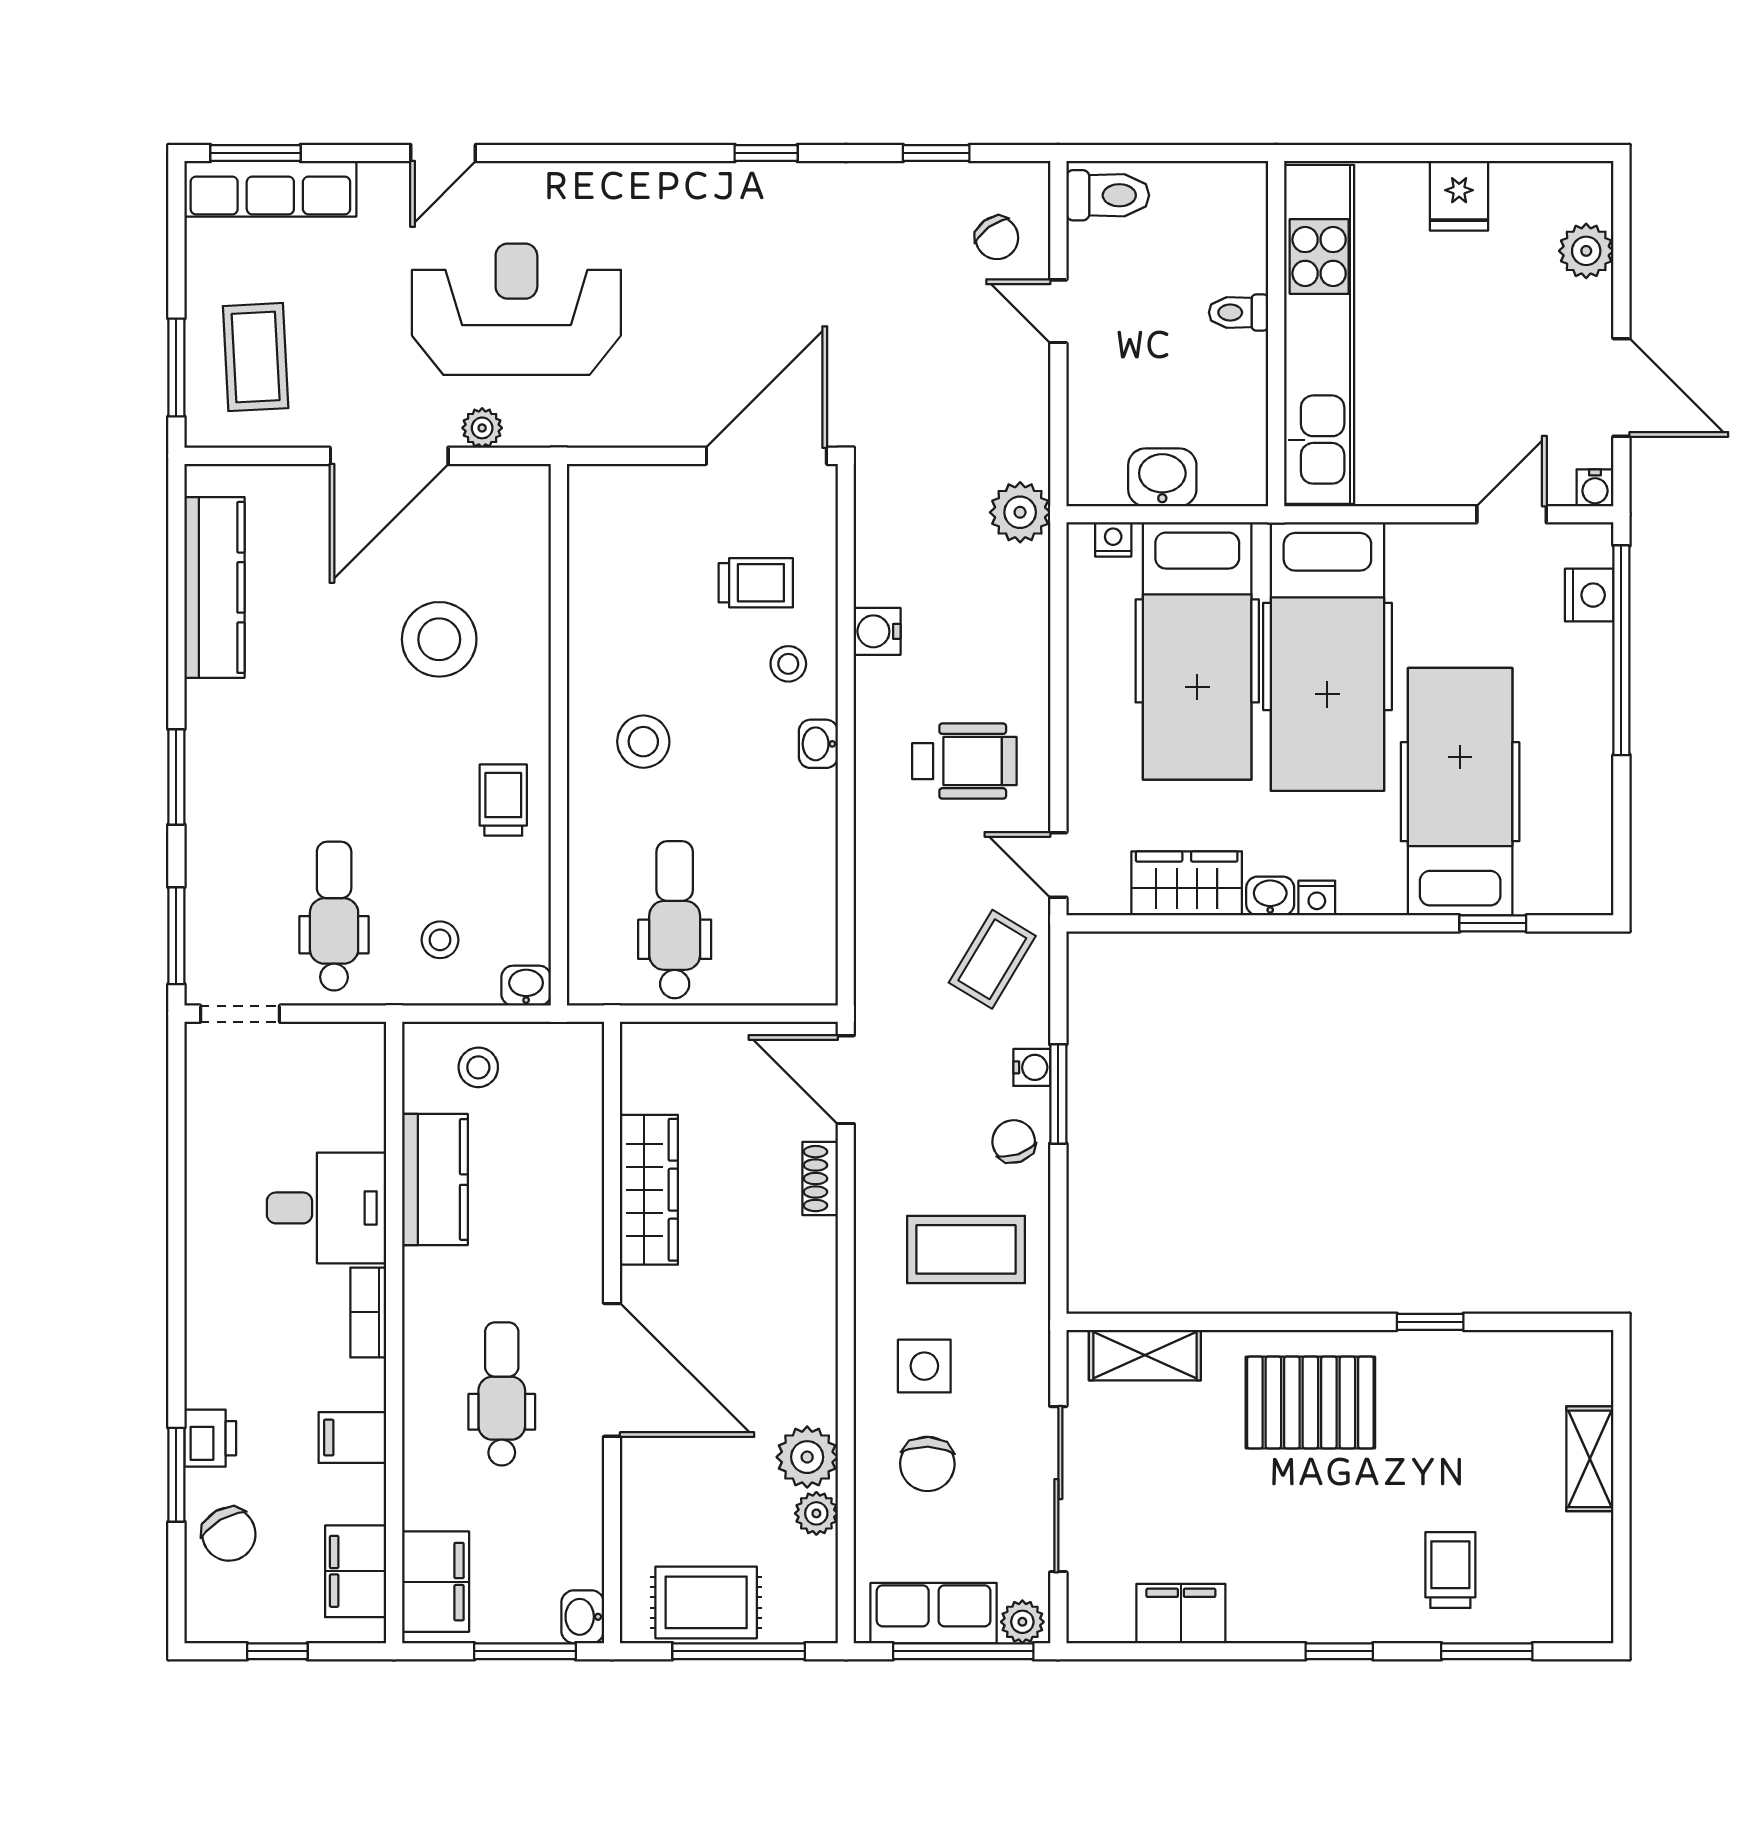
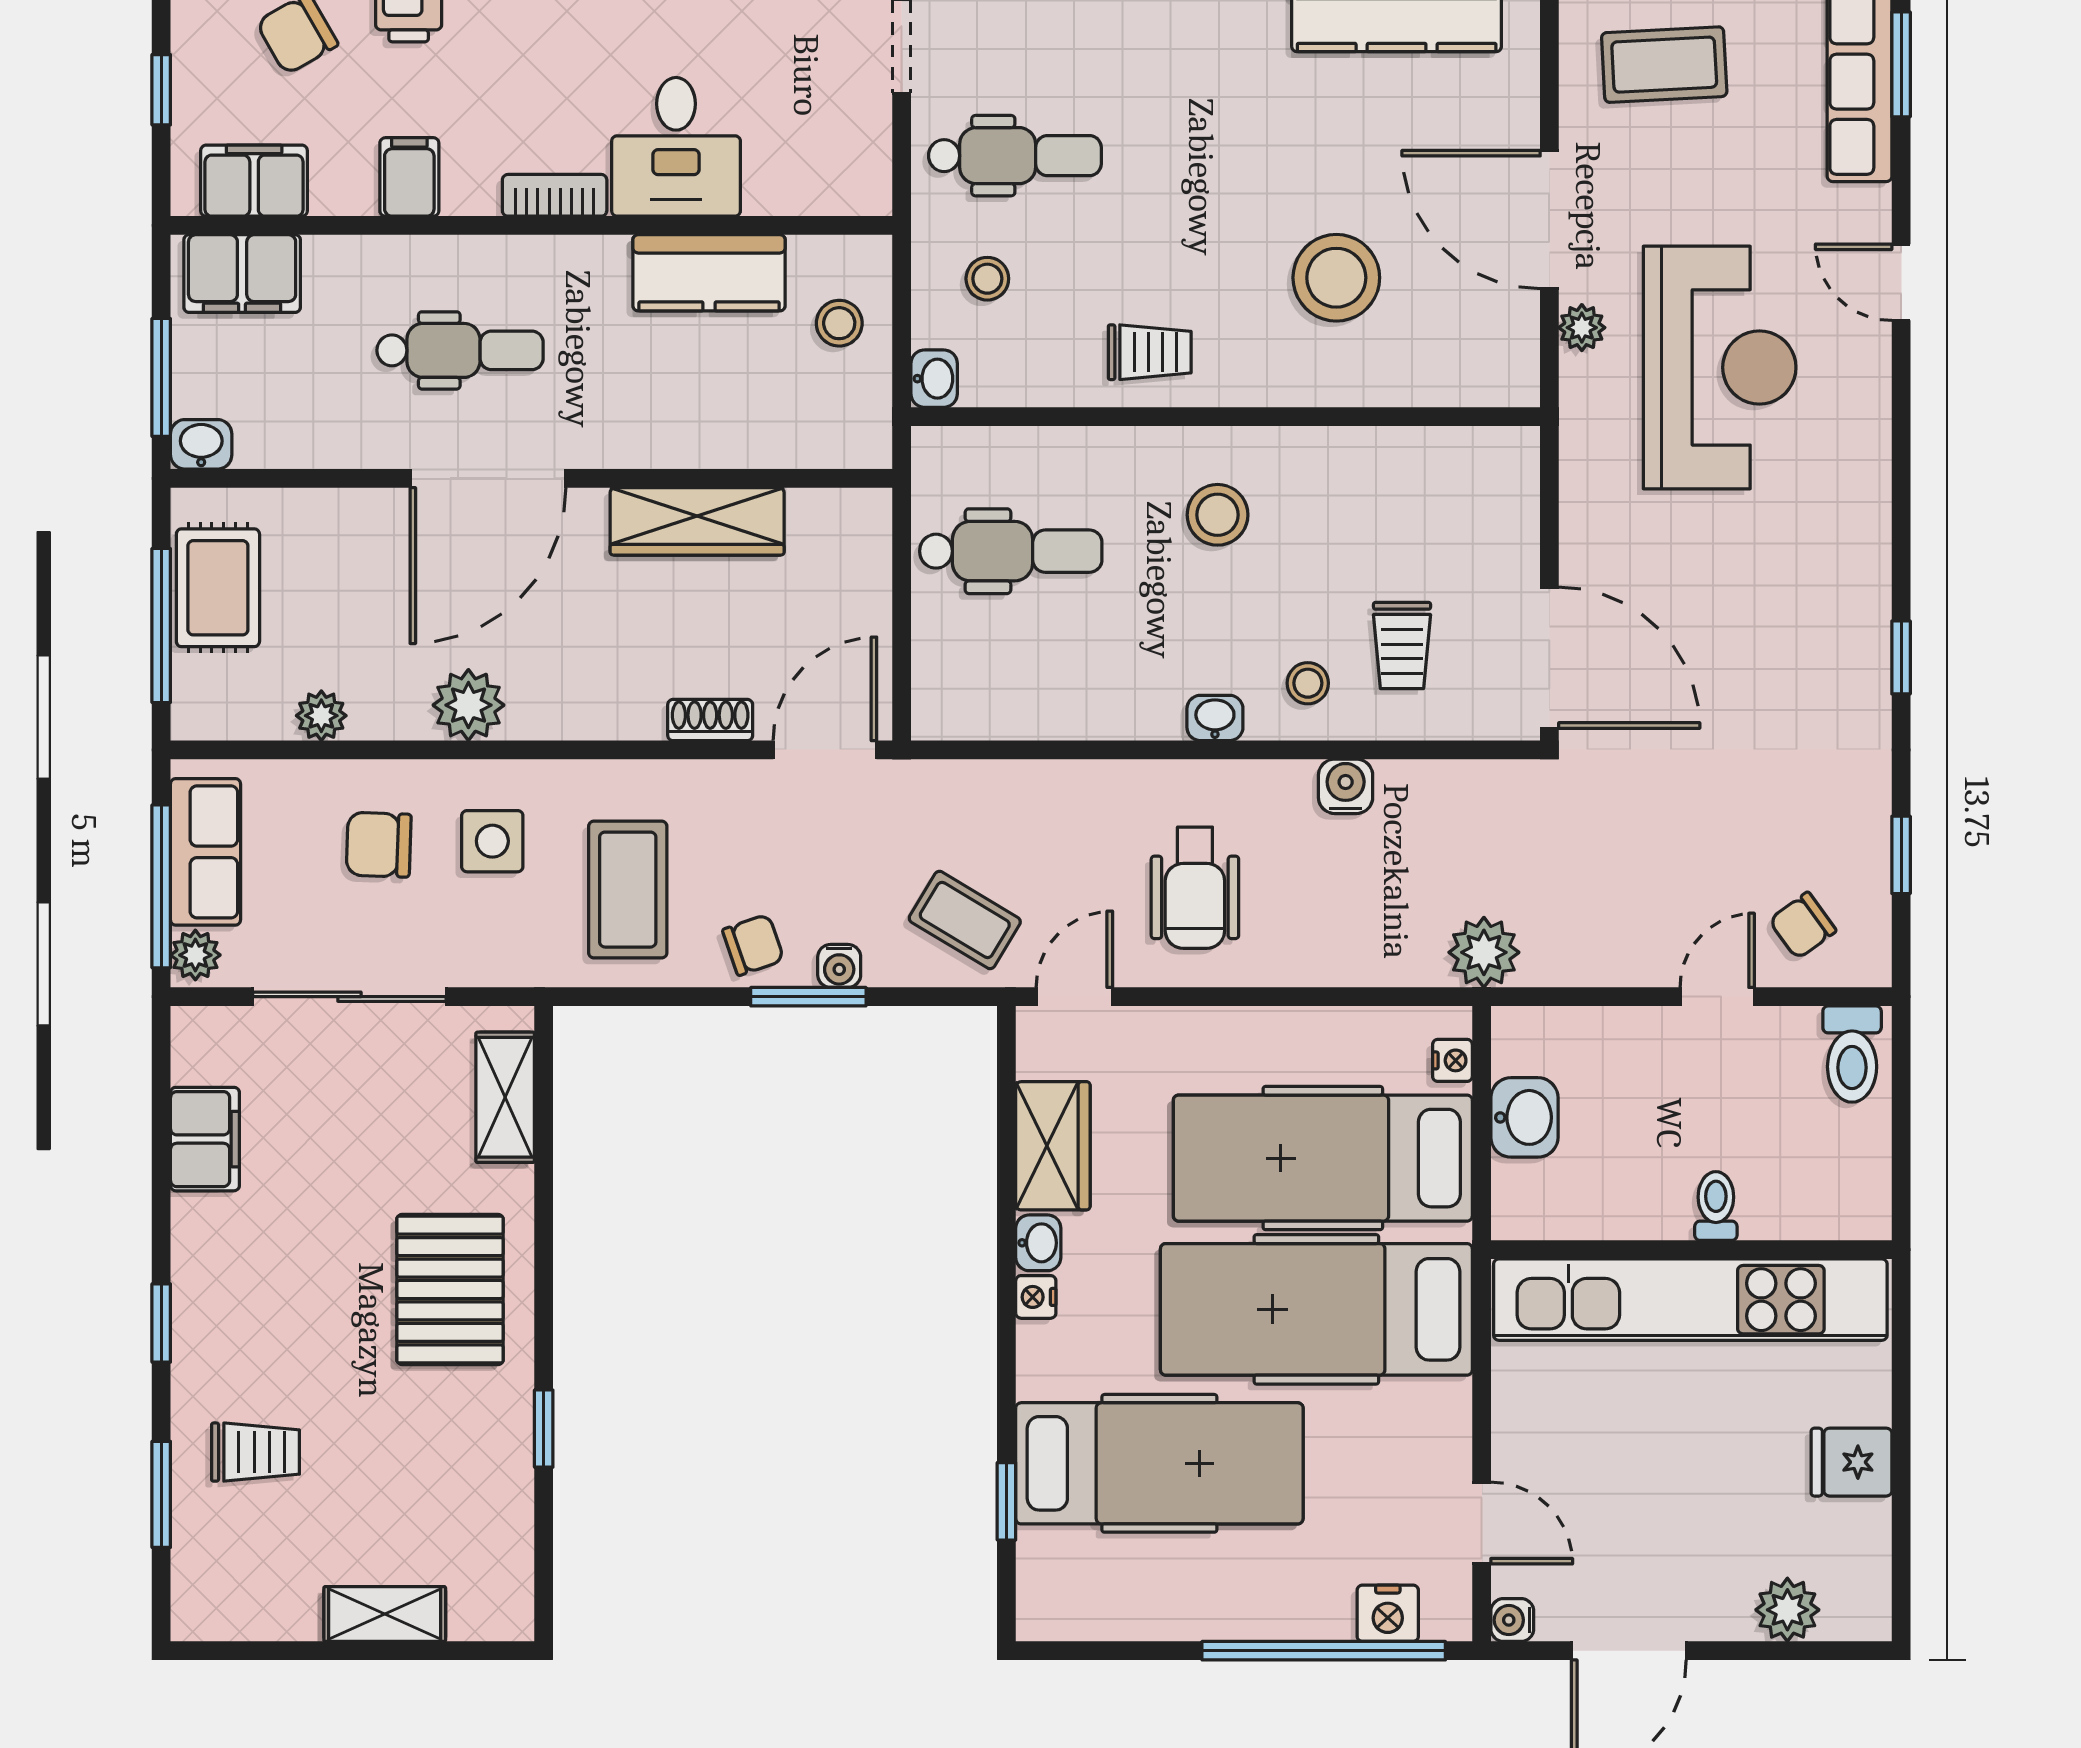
plant: (807, 1457) -> (468, 705), moved

